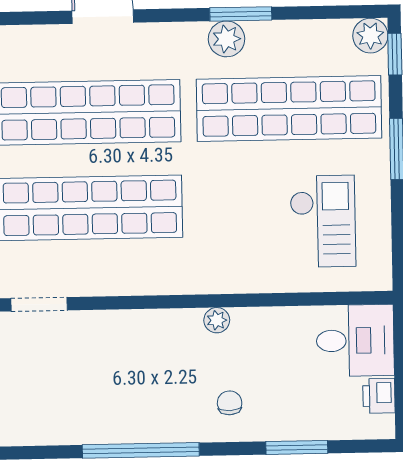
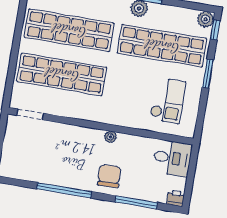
printer: (379, 396) -> (176, 198), moved, turned 90
chair: (230, 403) -> (109, 176), width x1.87, depth x1.87
window: (297, 447) -> (136, 202), width x1.44

